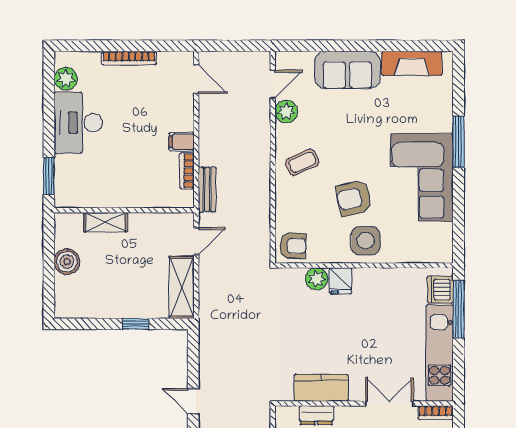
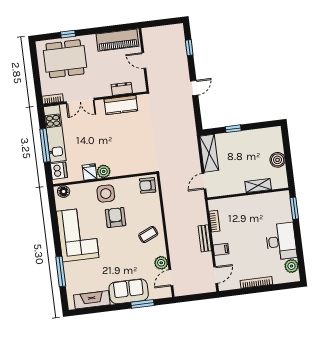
window: (327, 46) -> (142, 304), added
door: (196, 79) -> (216, 275), swing flipped
filing cabinet: (182, 142) -> (221, 249), moved
window: (459, 142) -> (61, 271), moved
bench: (207, 189) -> (205, 238), moved
armchair: (354, 198) -> (116, 218), turned -77
floor lamp: (437, 253) -> (64, 192), added
plant: (317, 279) -> (104, 171), moved
fridge: (341, 281) -> (90, 172), moved
window: (459, 309) -> (45, 145), moved
door: (193, 401) -> (194, 88), hinge flipped

